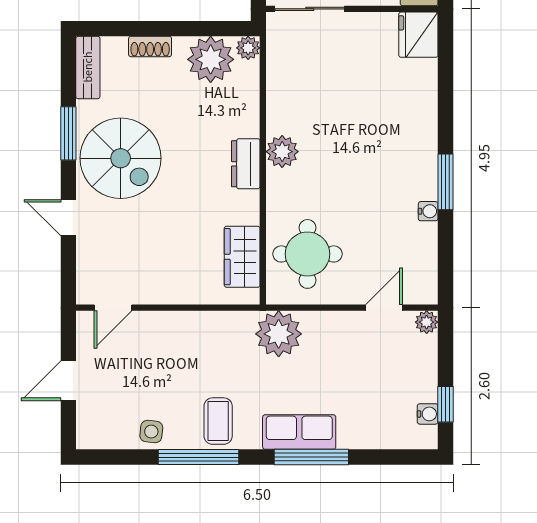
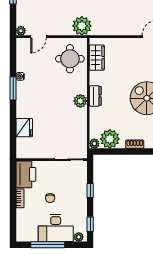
fridge: (418, 35) -> (24, 128), moved

